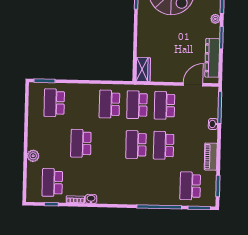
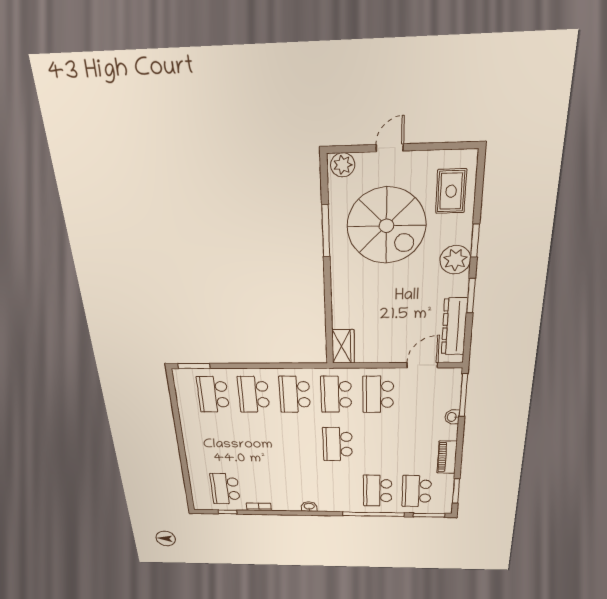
plant: (215, 19) -> (455, 260), width x1.87, depth x1.87
school desk: (81, 143) -> (254, 394), moved
school desk: (164, 145) -> (378, 491), moved
plant: (33, 156) -> (194, 459), removed
washbasin: (91, 199) -> (309, 507), moved

